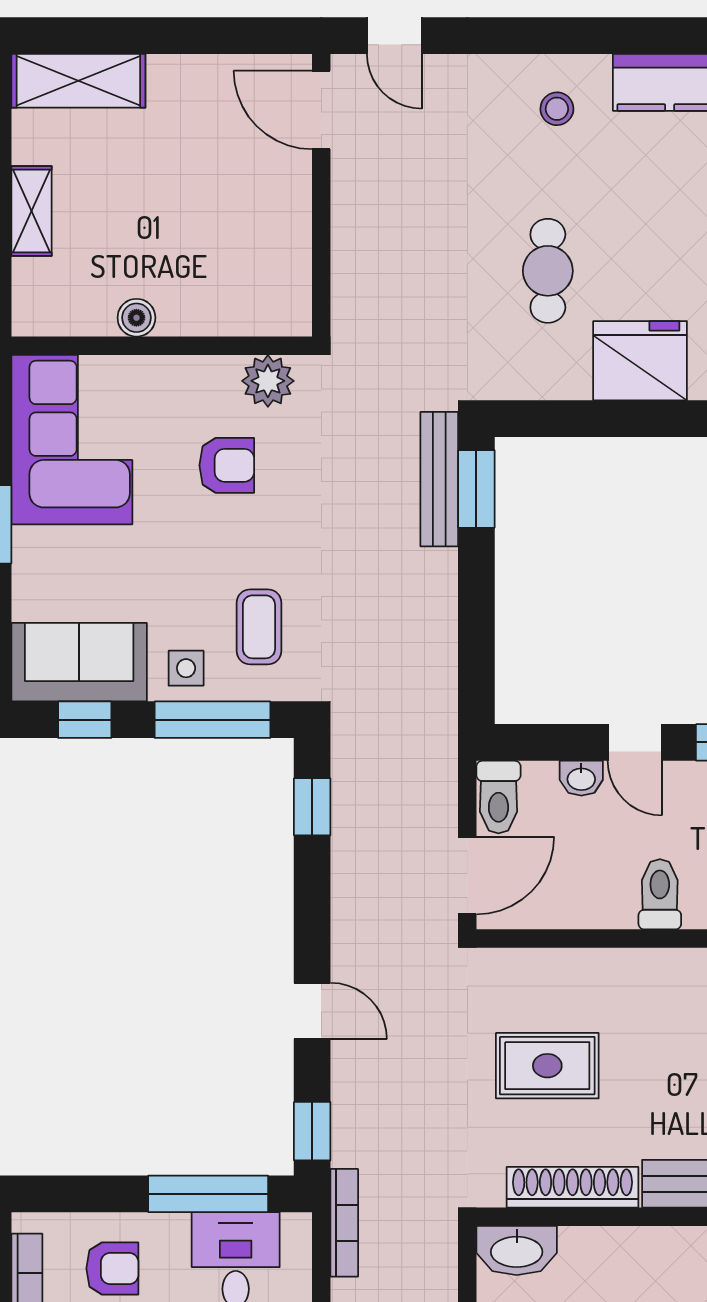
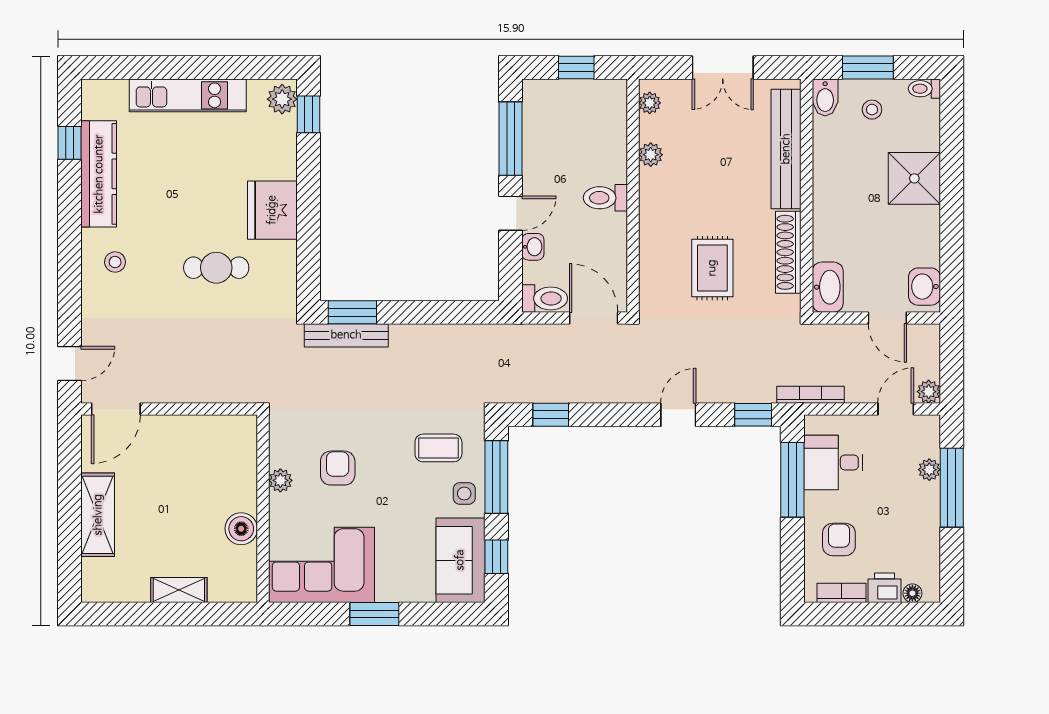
shelving: (78, 81) -> (98, 515), moved
boiler: (136, 318) -> (241, 529), width x1.36, depth x1.36
plant: (268, 381) -> (280, 480), moved, width x0.73, depth x0.73

